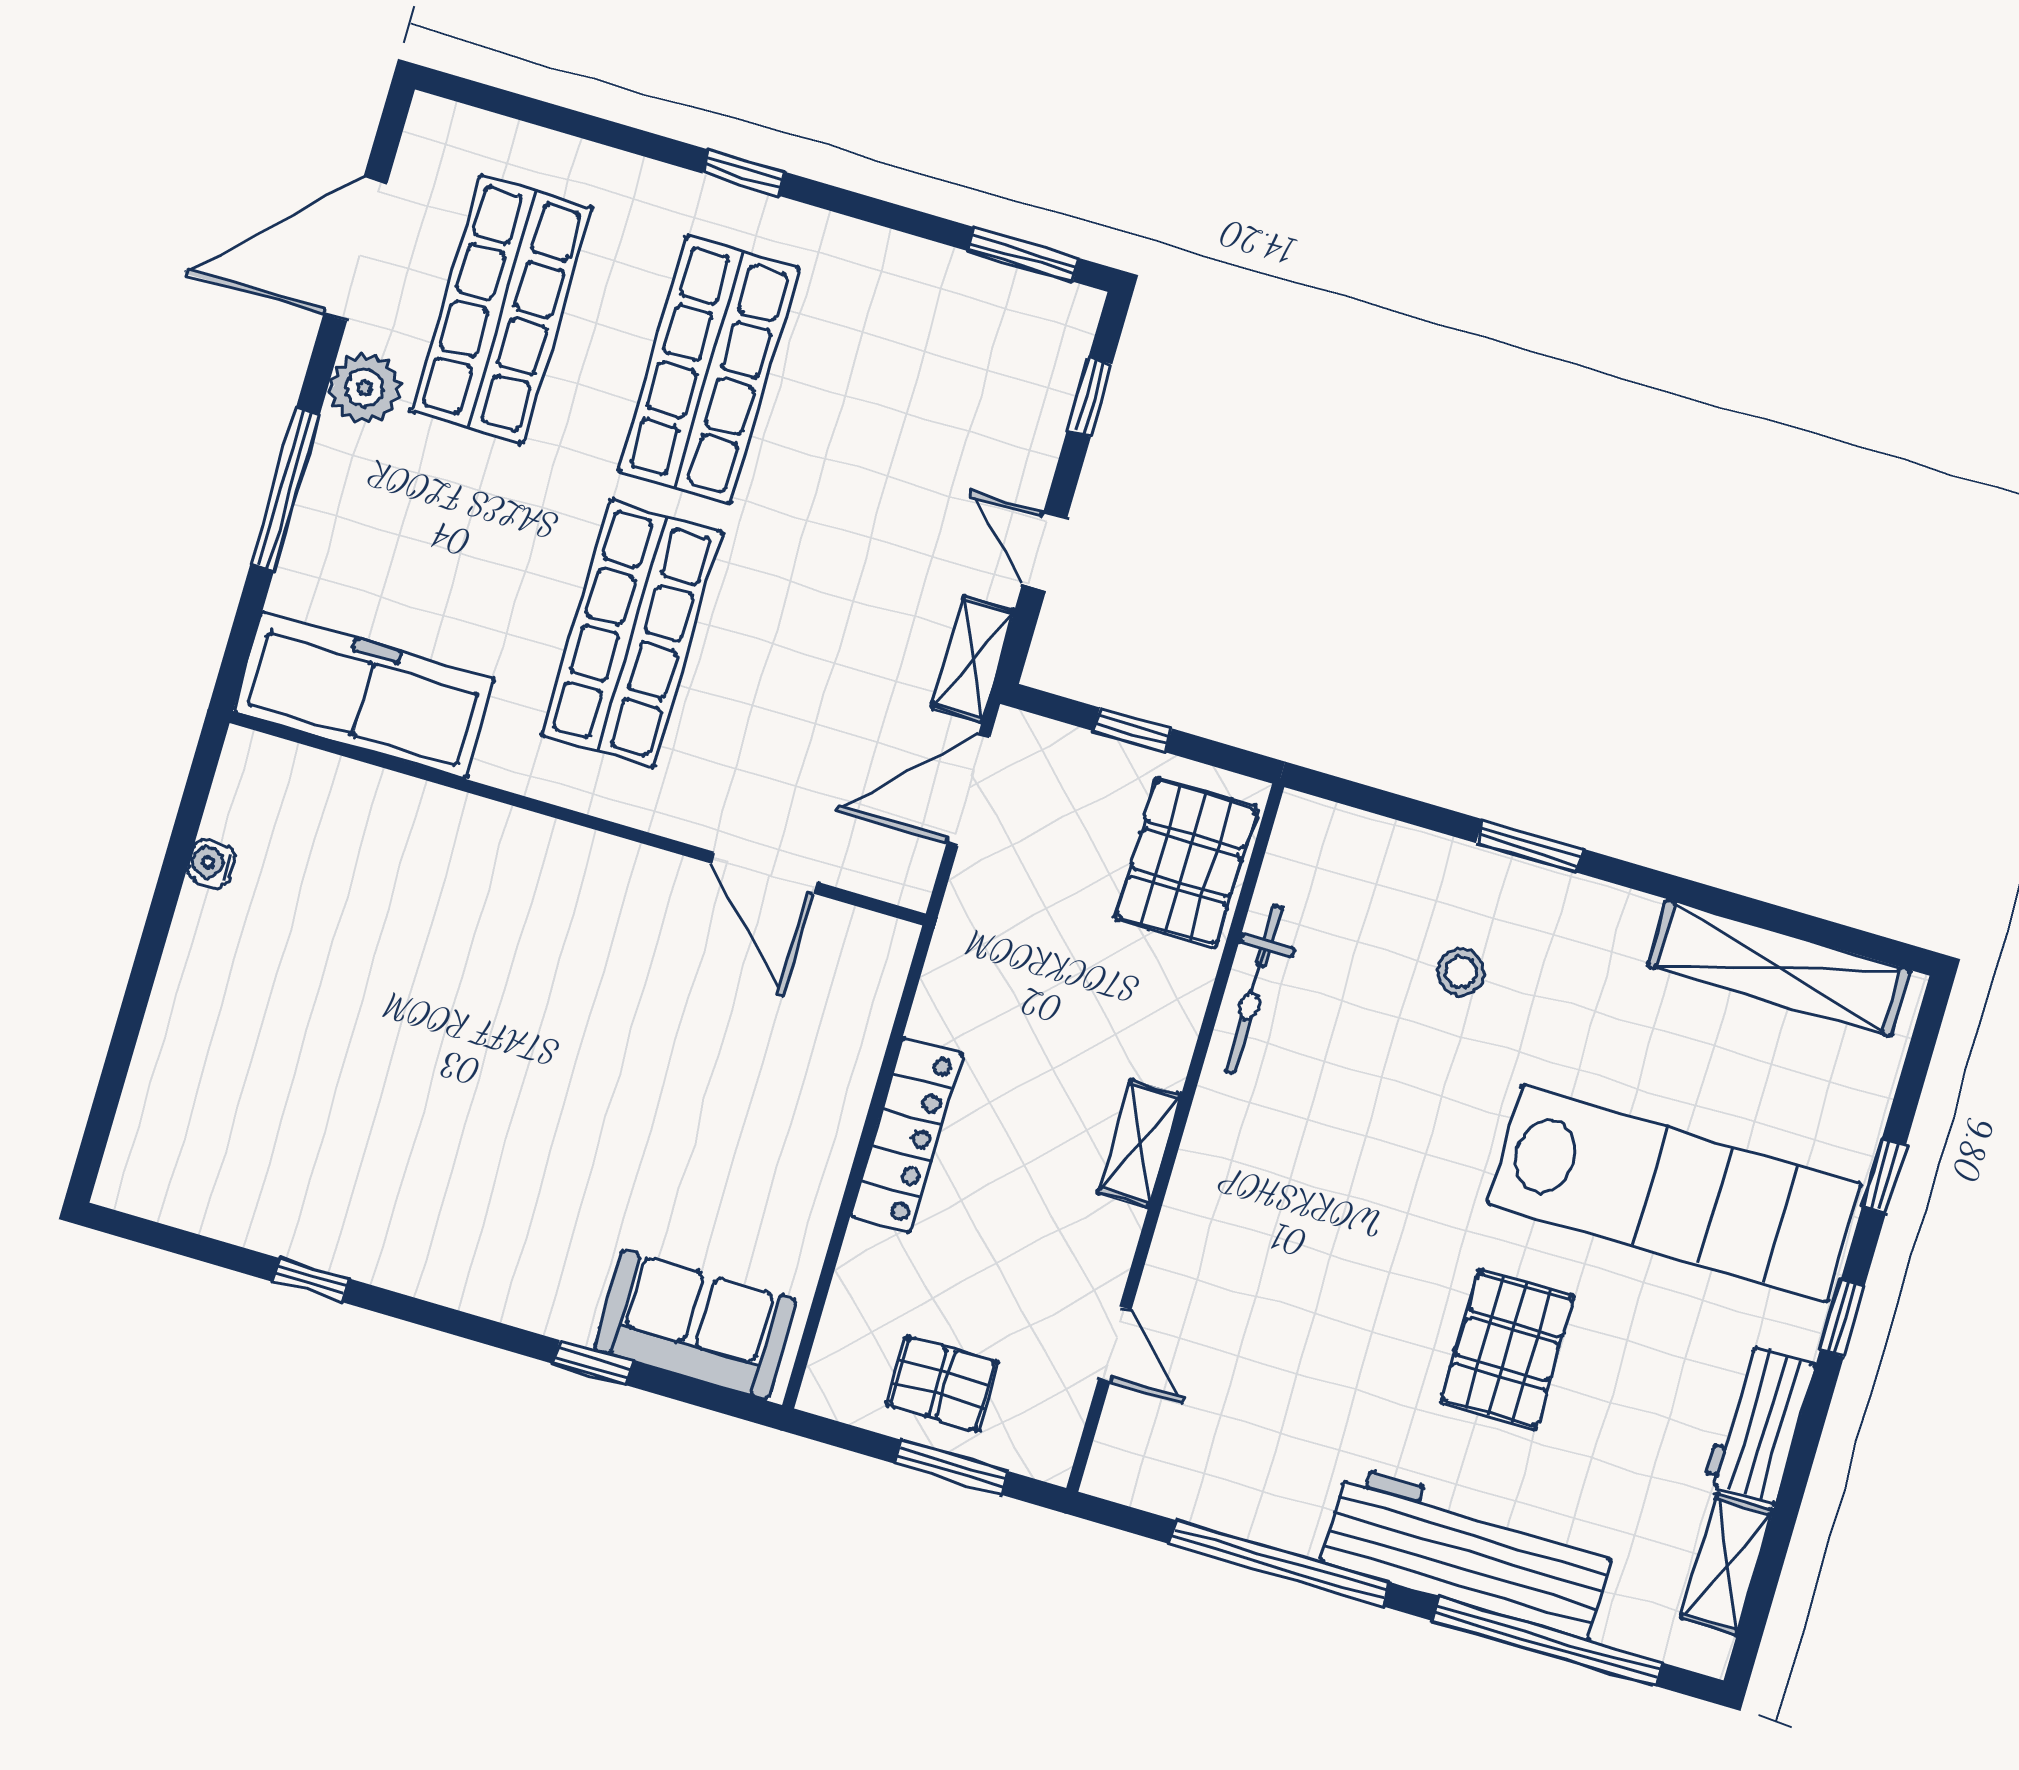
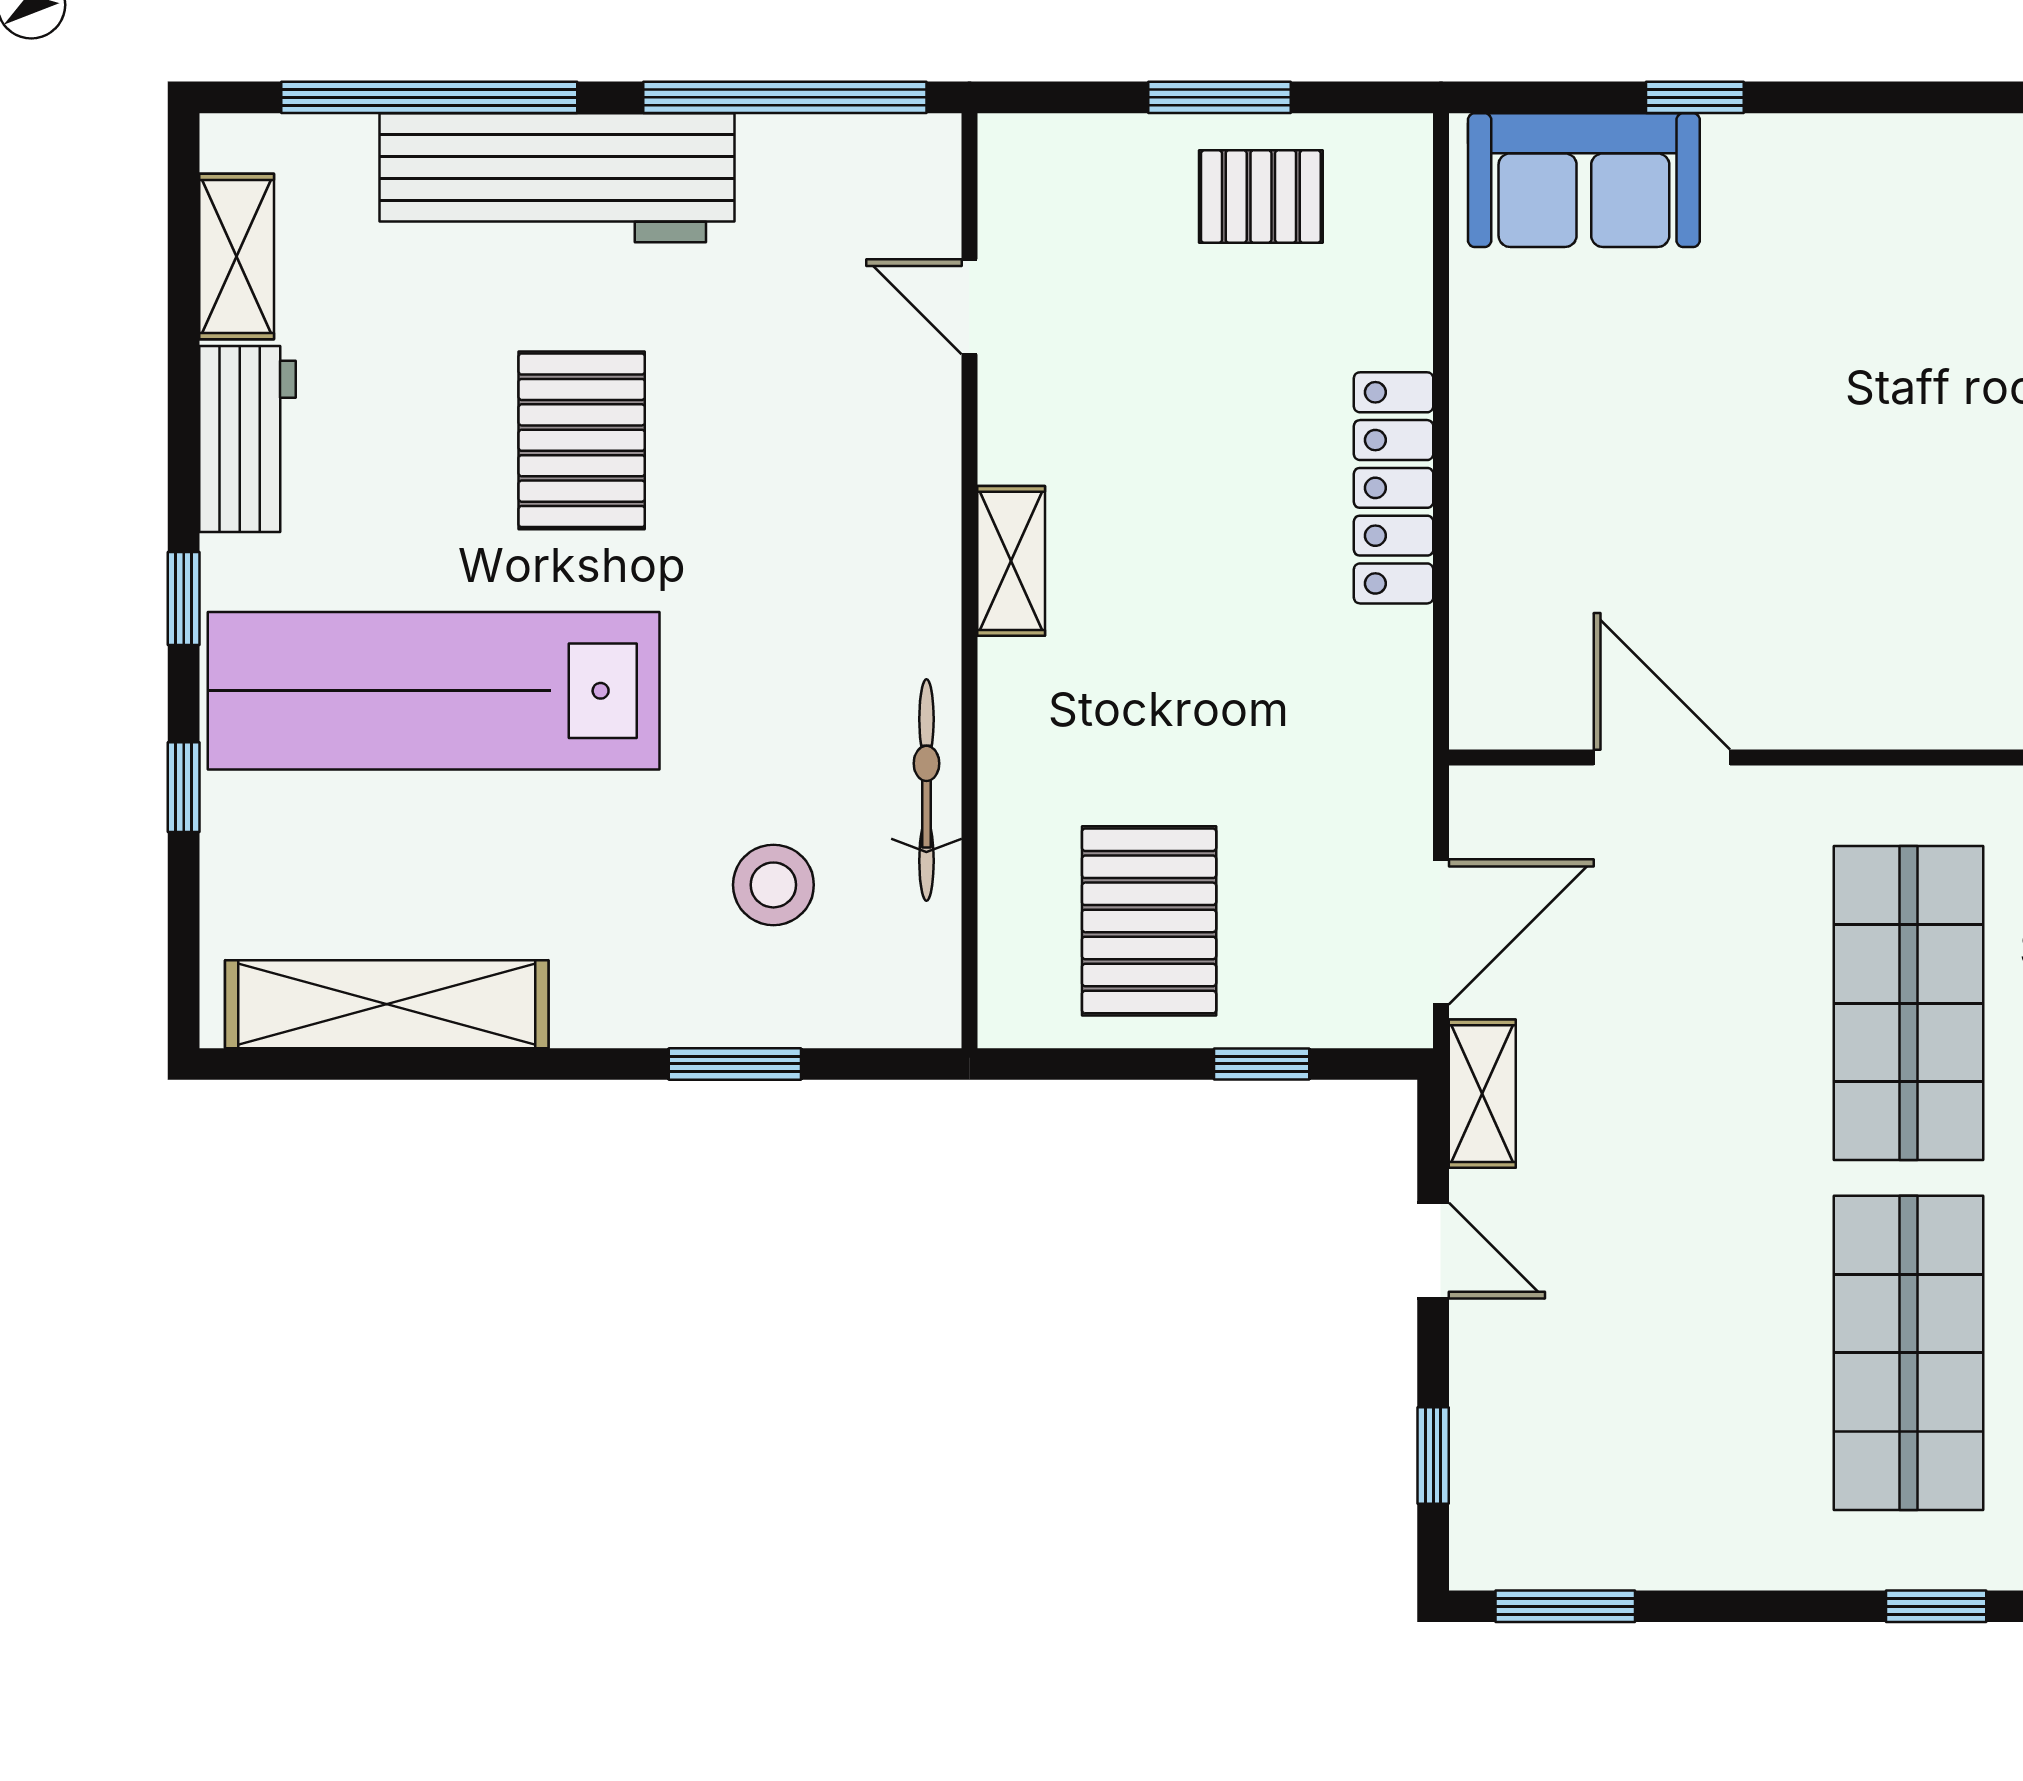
stool: (1461, 972) -> (773, 885), width x1.37, depth x1.37
bicycle: (1254, 989) -> (926, 790), moved
wall: (1175, 1138) -> (969, 581), moved
shelving: (1140, 1143) -> (1011, 561), moved
door: (1115, 1344) -> (969, 307), moved

